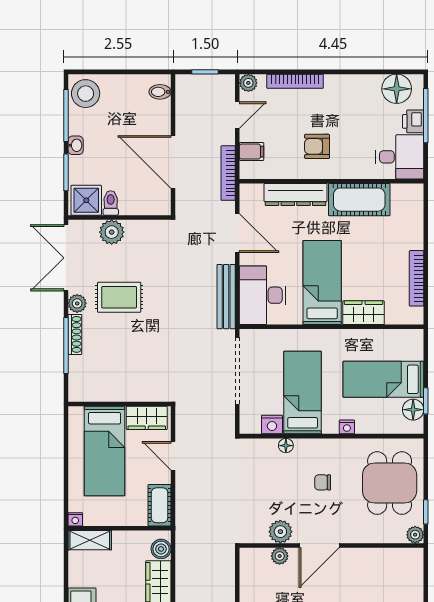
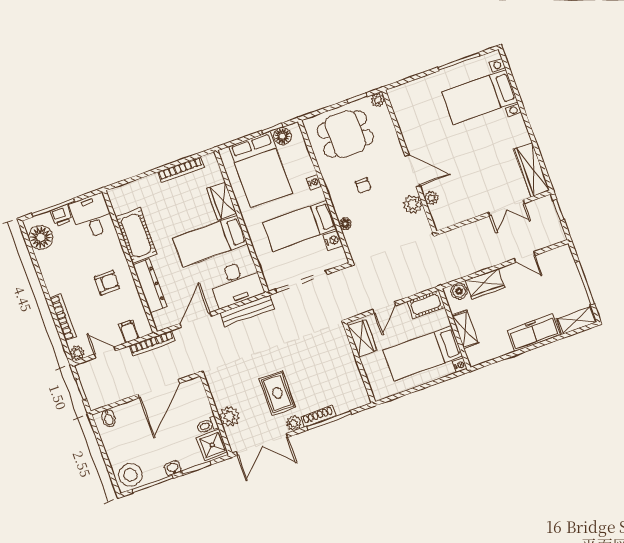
armchair: (317, 146) -> (107, 283), turned -90
bed: (383, 379) -> (260, 170), width x1.50
bed: (105, 451) -> (423, 353), moved, turned 180
shelving: (90, 540) -> (465, 329), moved

